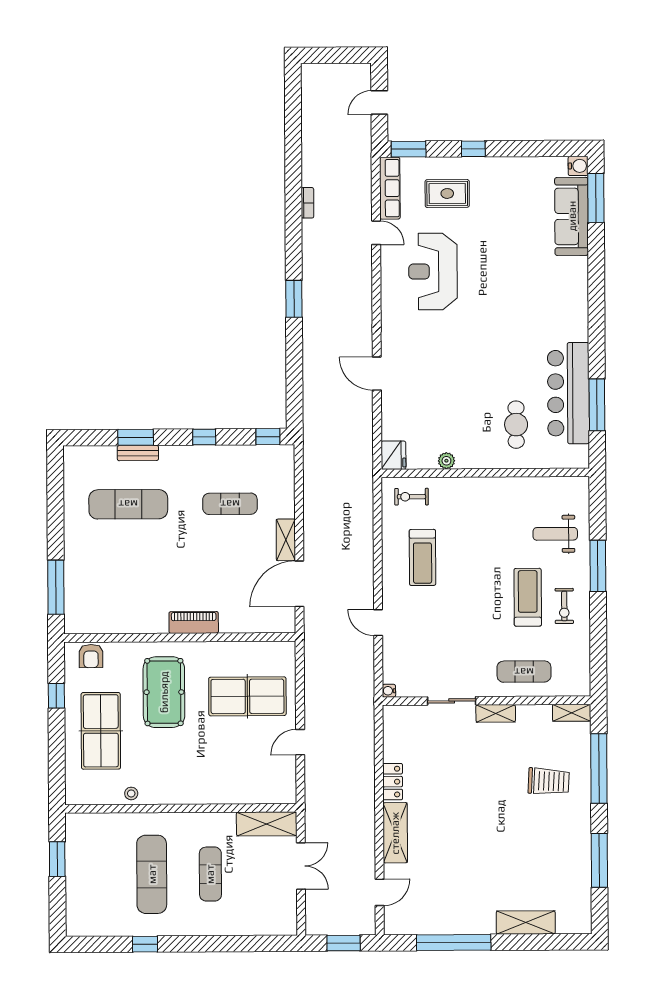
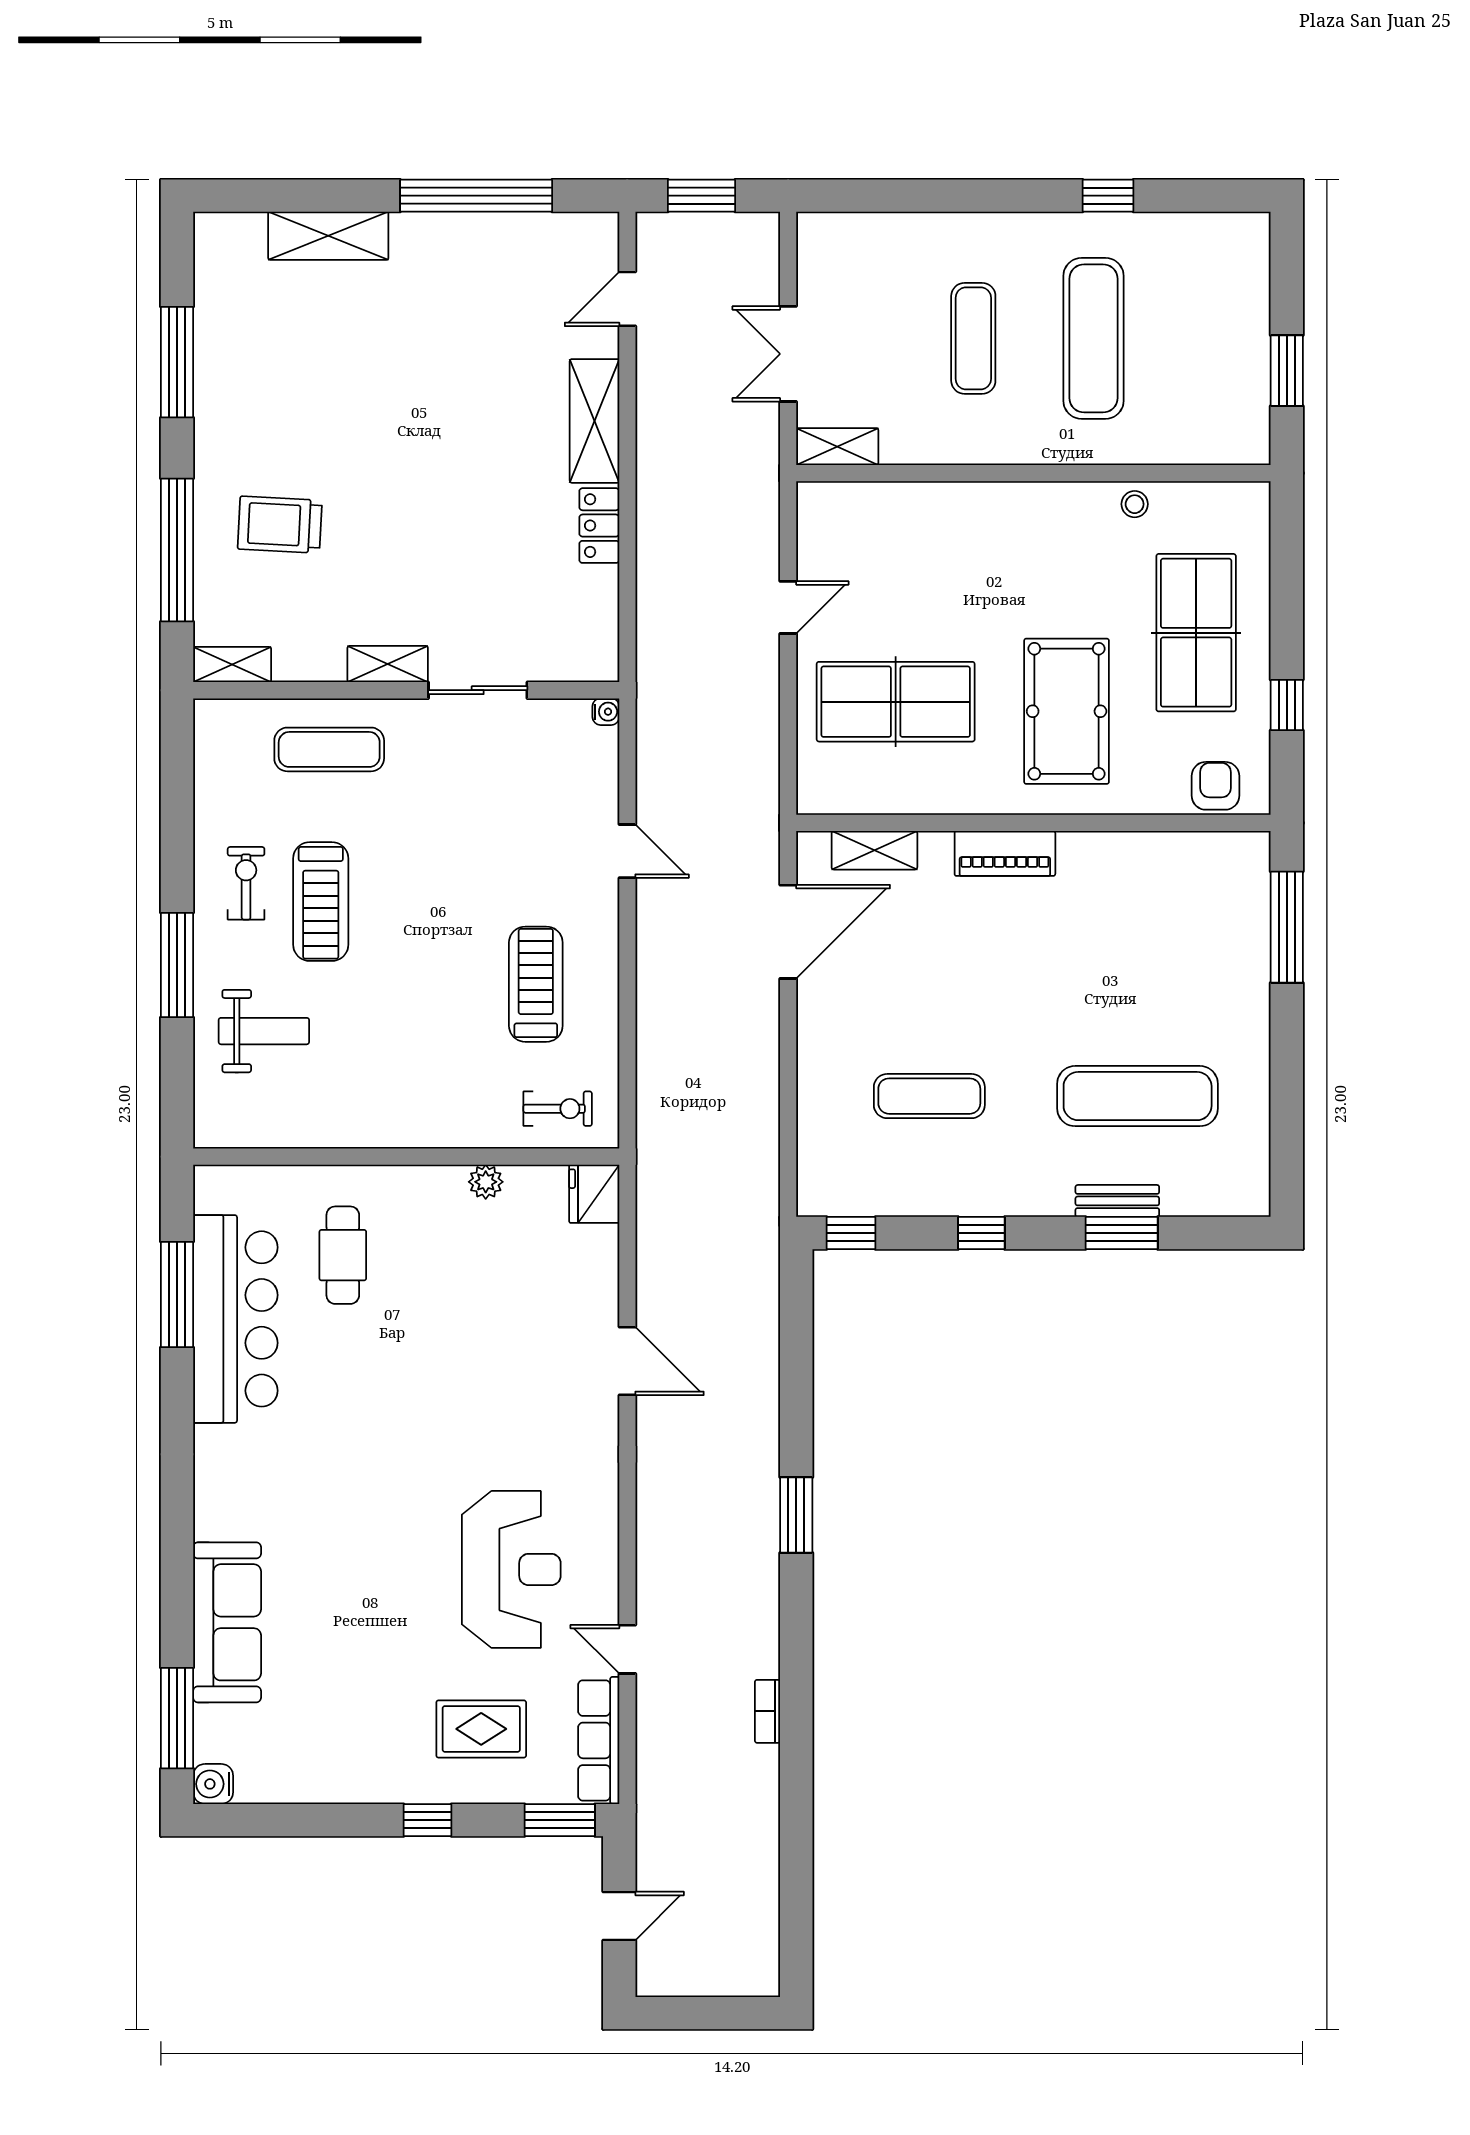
sofa: (572, 216) -> (227, 1622), moved
shelving: (286, 540) -> (874, 850), moved, turned 90
shelving: (267, 824) -> (837, 447), width x0.67, depth x0.75

